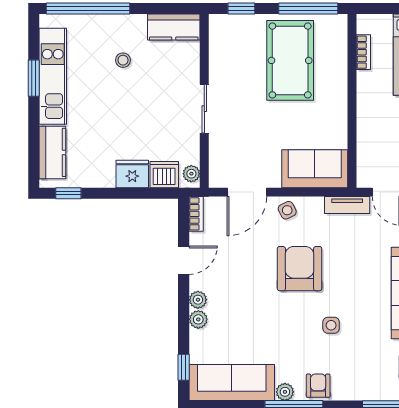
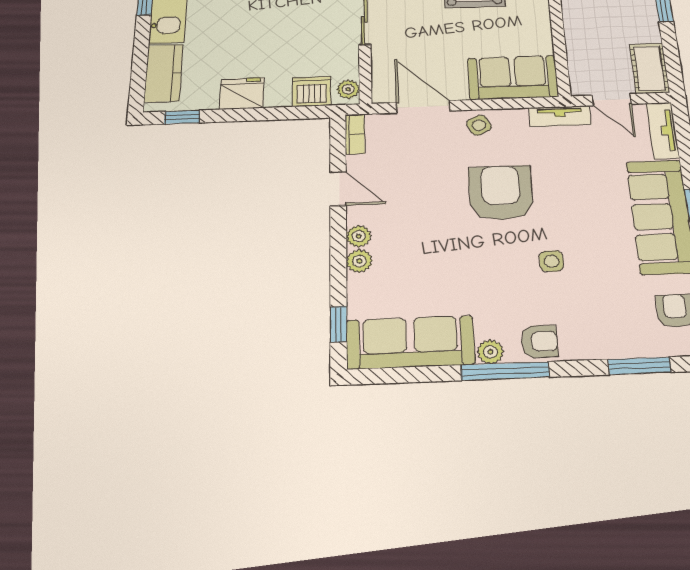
fridge: (132, 174) -> (242, 93), moved
door: (247, 192) -> (423, 107), swing flipped
door: (184, 260) -> (338, 189), hinge flipped
armchair: (318, 386) -> (539, 341), turned 90

